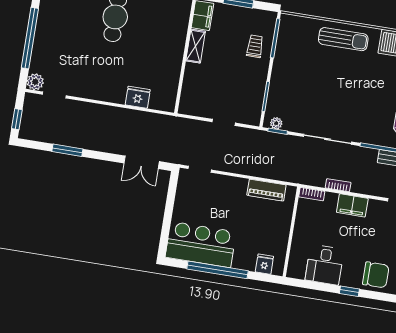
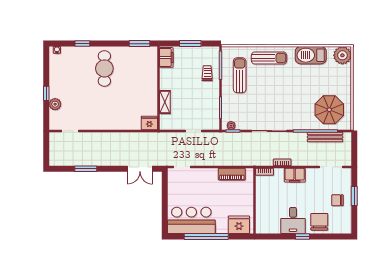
window: (30, 38) -> (46, 93), width x0.32
shelving: (196, 46) -> (165, 102), moved
sun lounger: (299, 56) -> (240, 75), added
plant: (35, 82) -> (55, 104), moved
fridge: (138, 97) -> (149, 123), moved
window: (17, 119) -> (46, 153), removed
fridge: (264, 264) -> (239, 225), width x1.88, depth x1.34
desk: (325, 265) -> (293, 220), moved
chair: (376, 275) -> (319, 222), turned -90

